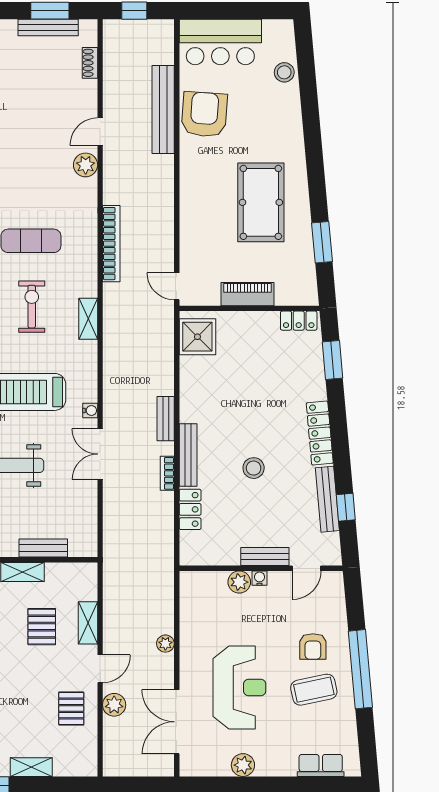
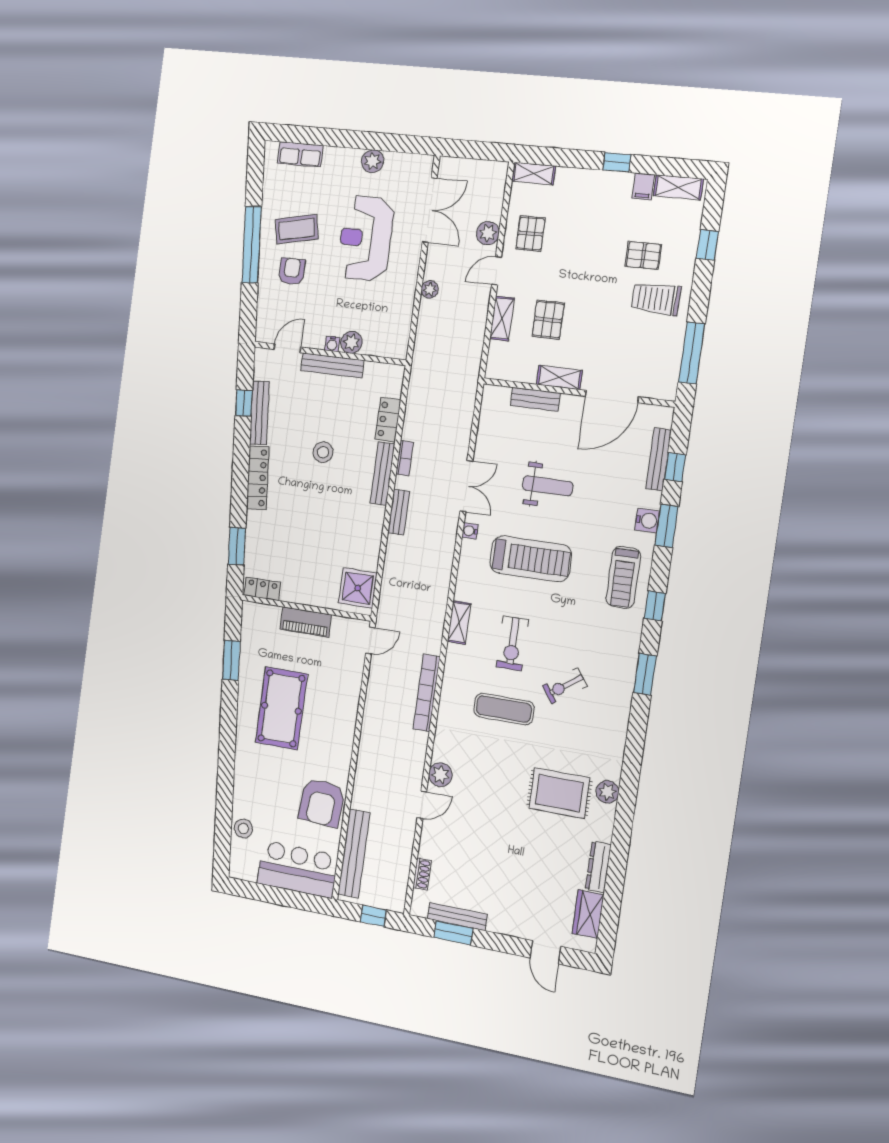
bench: (163, 109) -> (354, 854), moved
door: (177, 286) -> (370, 640), hinge flipped
bench: (265, 557) -> (332, 365), width x1.36
shelving: (31, 767) -> (534, 173), moved

